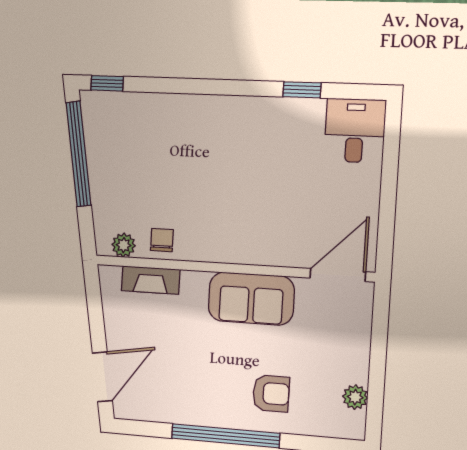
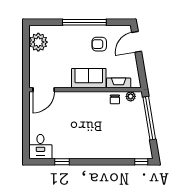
window: (78, 154) -> (149, 118), moved
sofa: (251, 299) -> (89, 78), moved
armchair: (271, 393) -> (99, 44), moved
plant: (355, 397) -> (38, 42), width x1.88, depth x1.88

